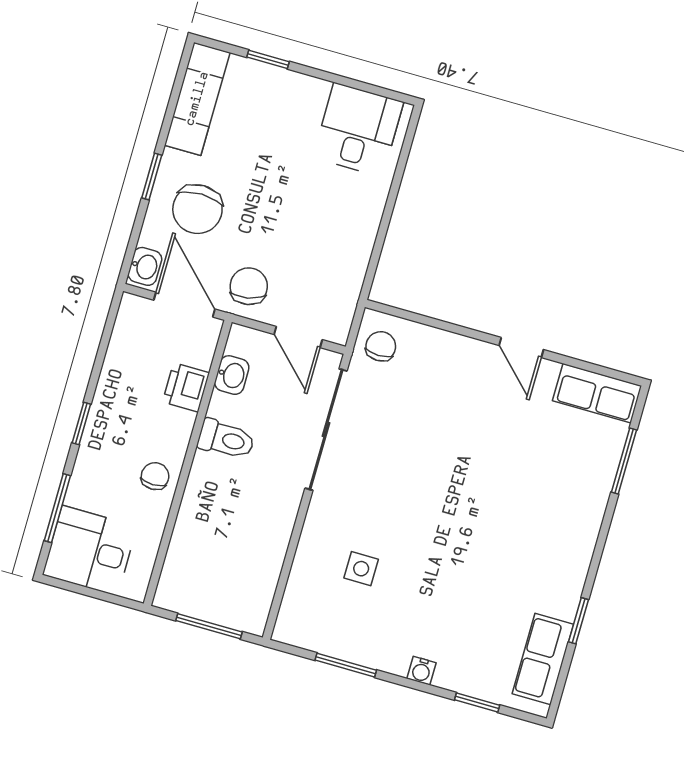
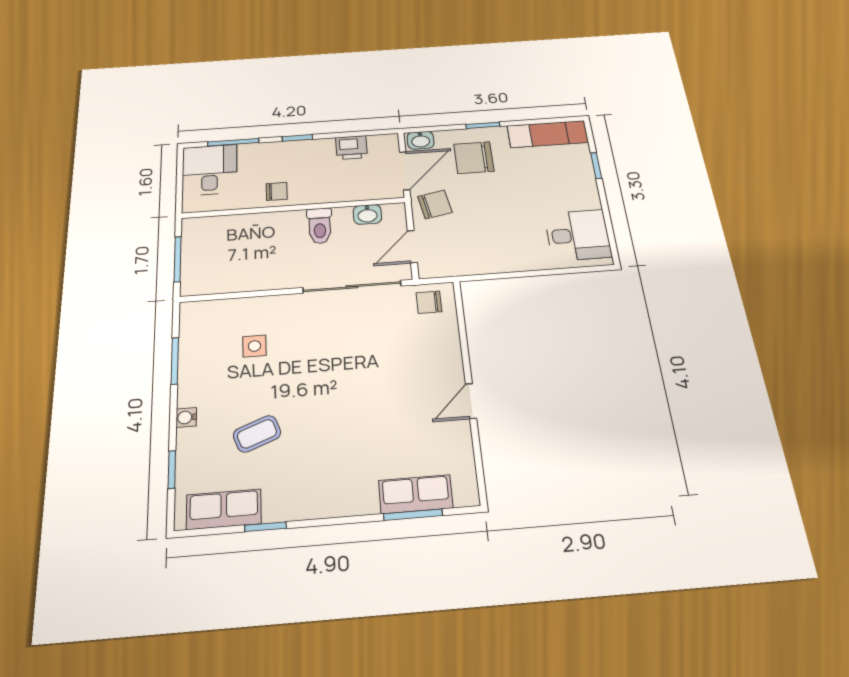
chair: (381, 346) -> (429, 302), turned 180
printer: (186, 387) -> (351, 148), moved, turned 180
row of seats: (597, 393) -> (416, 494), moved, turned 90
coffee table: (470, 598) -> (257, 434), added

